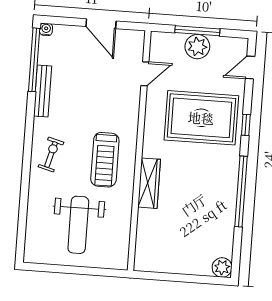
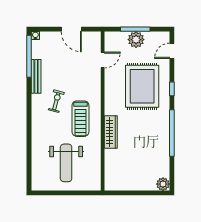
rug: (201, 118) -> (142, 86), turned 90
exercise bike: (51, 154) -> (56, 101), moved

